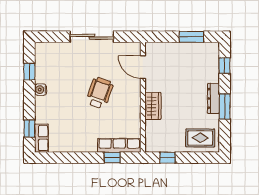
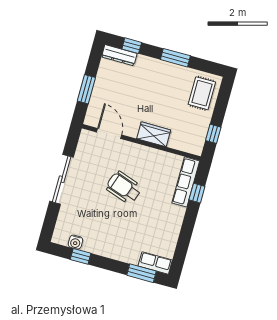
window: (191, 37) -> (86, 89), moved
door: (143, 67) -> (109, 134), swing flipped
water cooler: (41, 90) -> (75, 242), moved
dresser: (213, 98) -> (119, 55), moved
window: (29, 129) -> (141, 273), width x1.50

